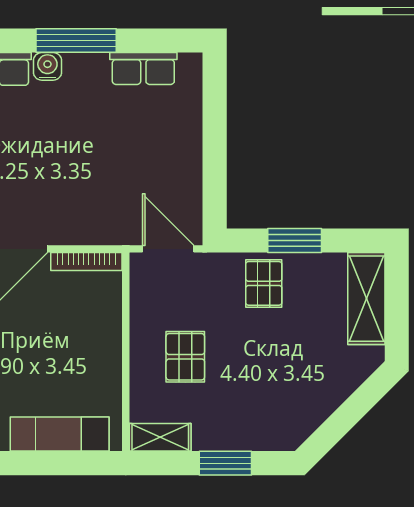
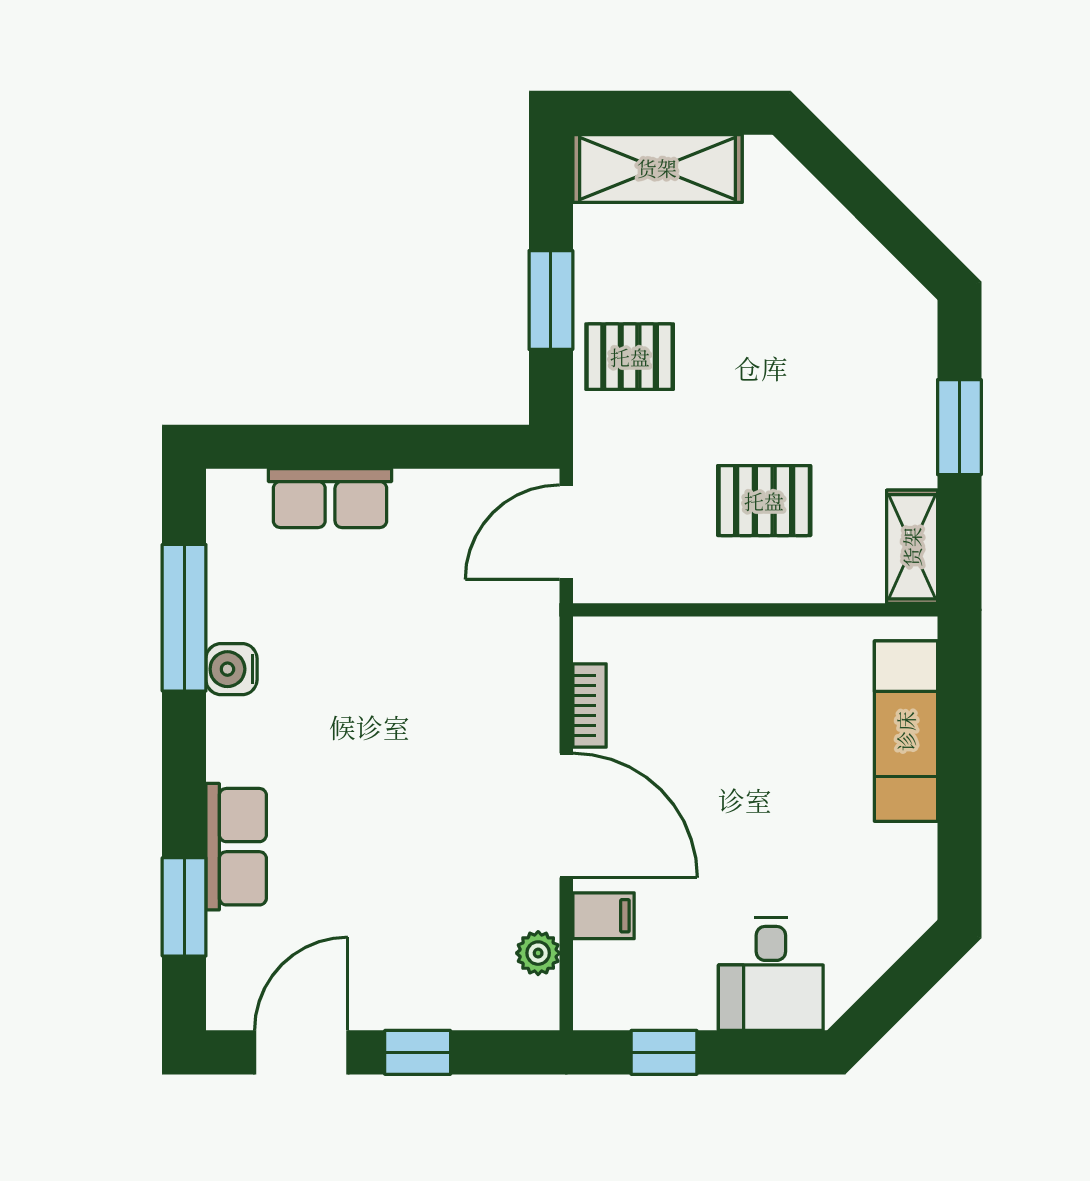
window: (76, 41) -> (184, 618), moved
water cooler: (47, 66) -> (232, 669), moved
row of seats: (143, 69) -> (330, 498), moved, turned 90
bookcase: (86, 262) -> (590, 706), width x0.64

